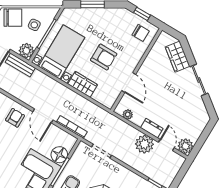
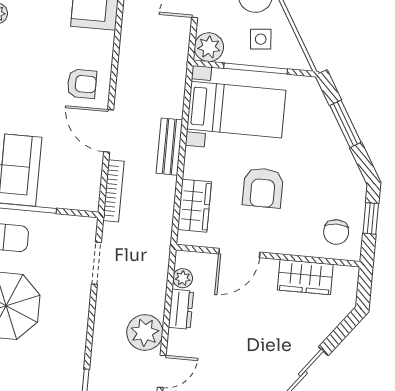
wardrobe: (178, 57) -> (305, 277), moved, turned -127
bench: (20, 65) -> (169, 147), moved
wardrobe: (83, 84) -> (194, 206), moved
door: (43, 116) -> (109, 131), hinge flipped
dresser: (152, 128) -> (181, 309), moved
floor lamp: (59, 155) -> (55, 192), removed

